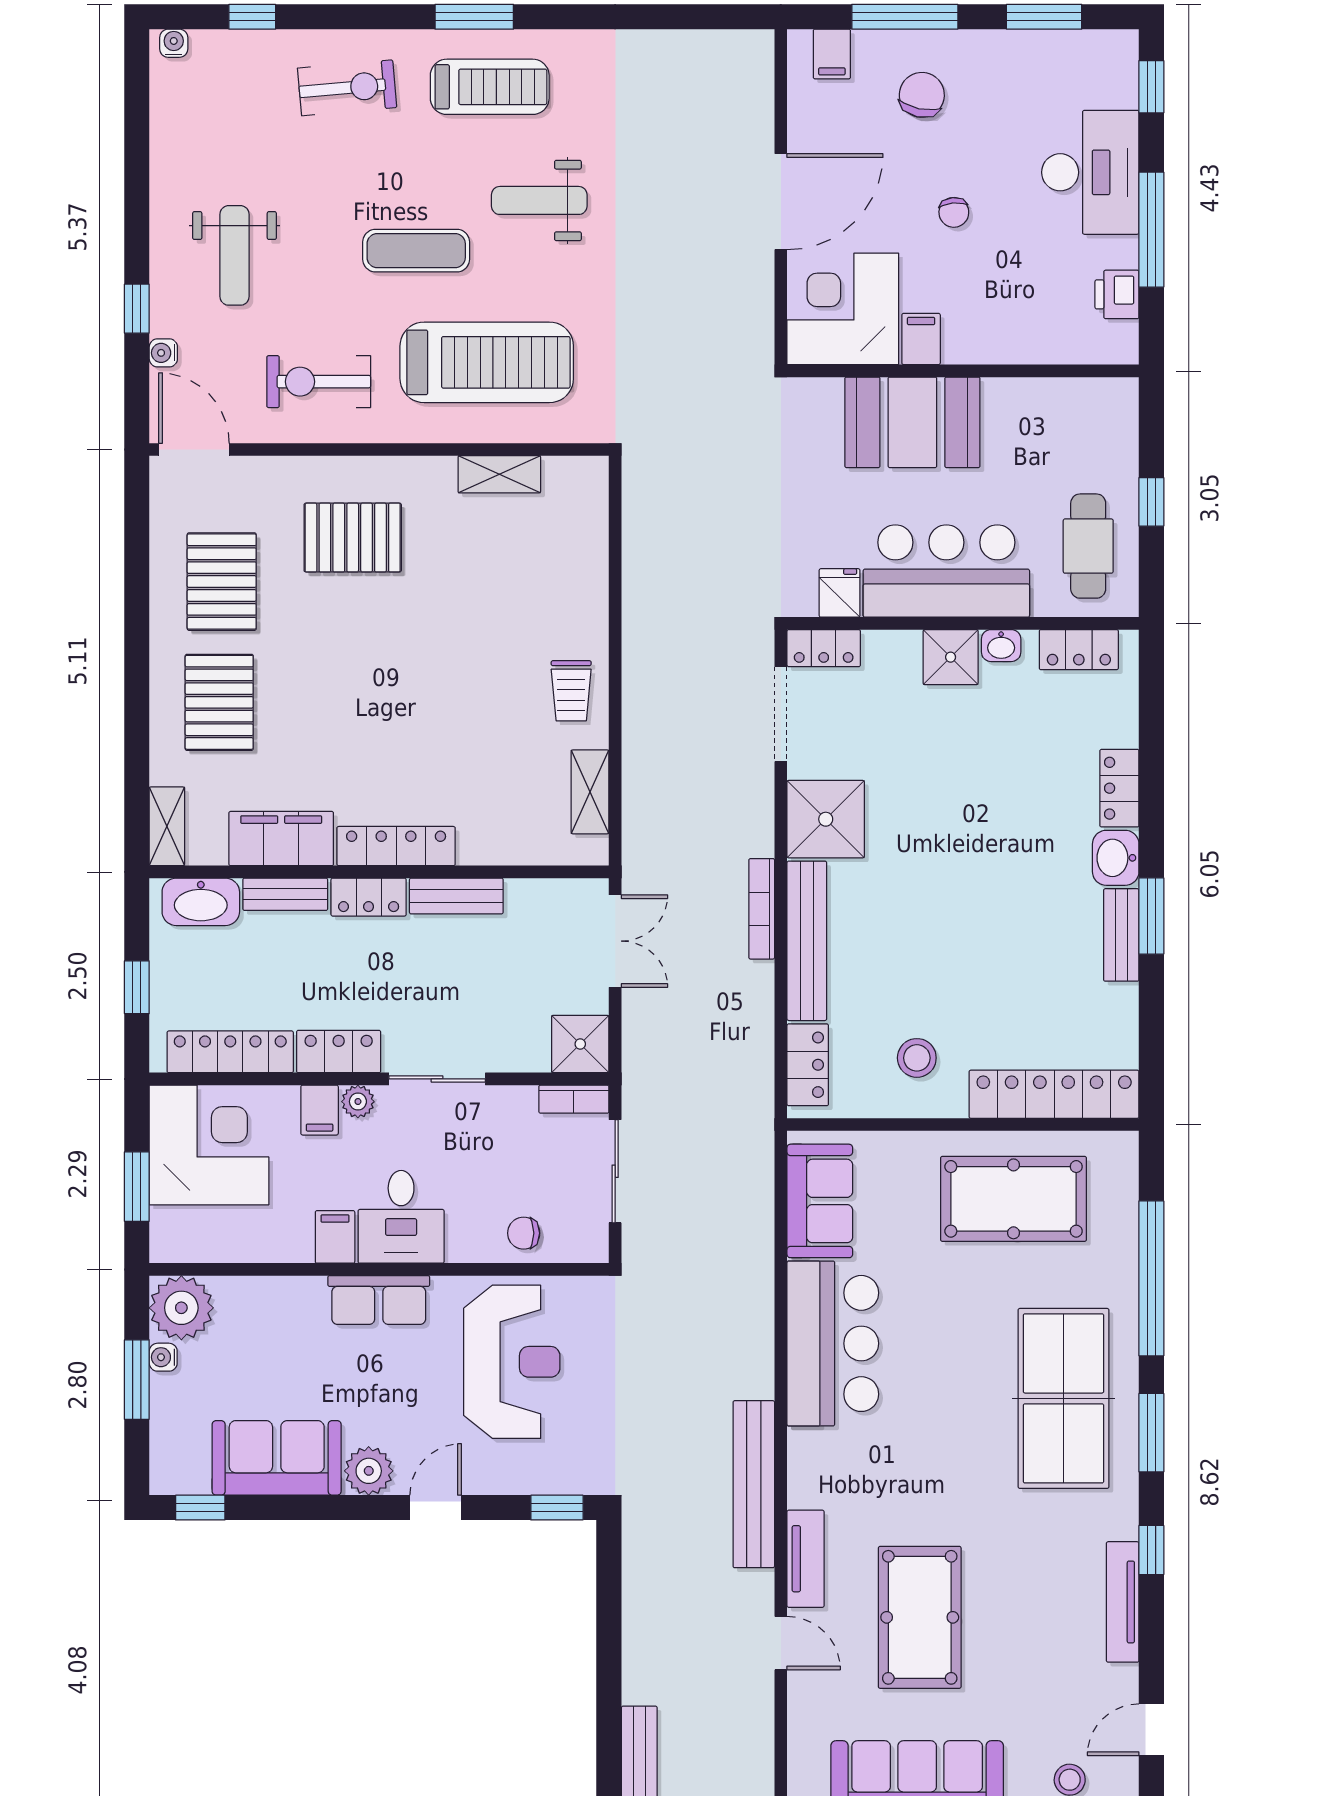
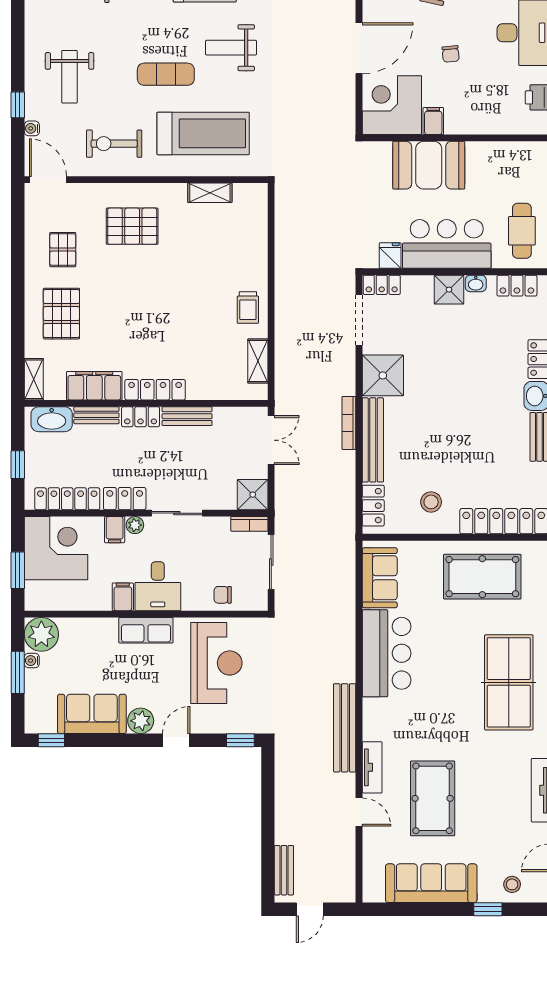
pallet: (222, 582) -> (63, 250), width x0.67, depth x0.71

